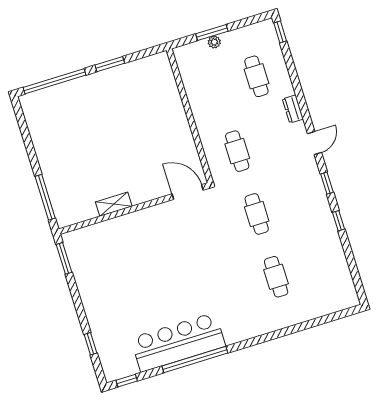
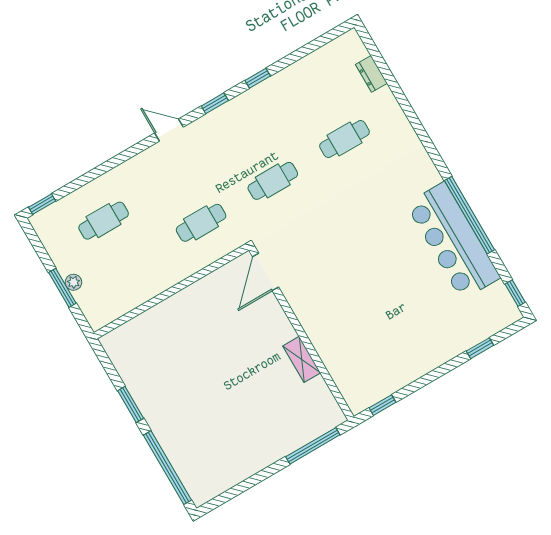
dresser: (293, 109) -> (371, 74), moved, turned 90
window: (64, 258) -> (383, 405), width x0.67

